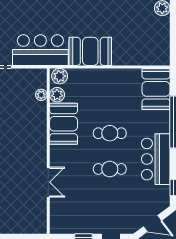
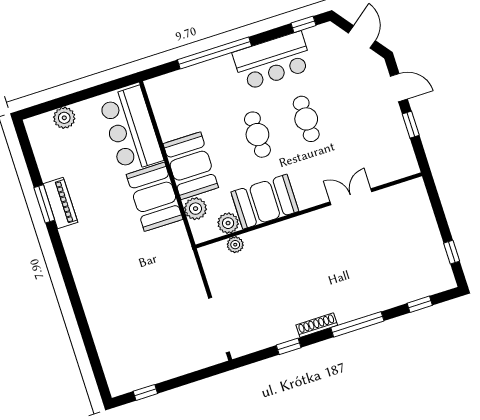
bar counter: (40, 50) -> (131, 129), moved
plant: (60, 76) -> (196, 209), moved
booth: (156, 89) -> (191, 166), moved, turned 90

